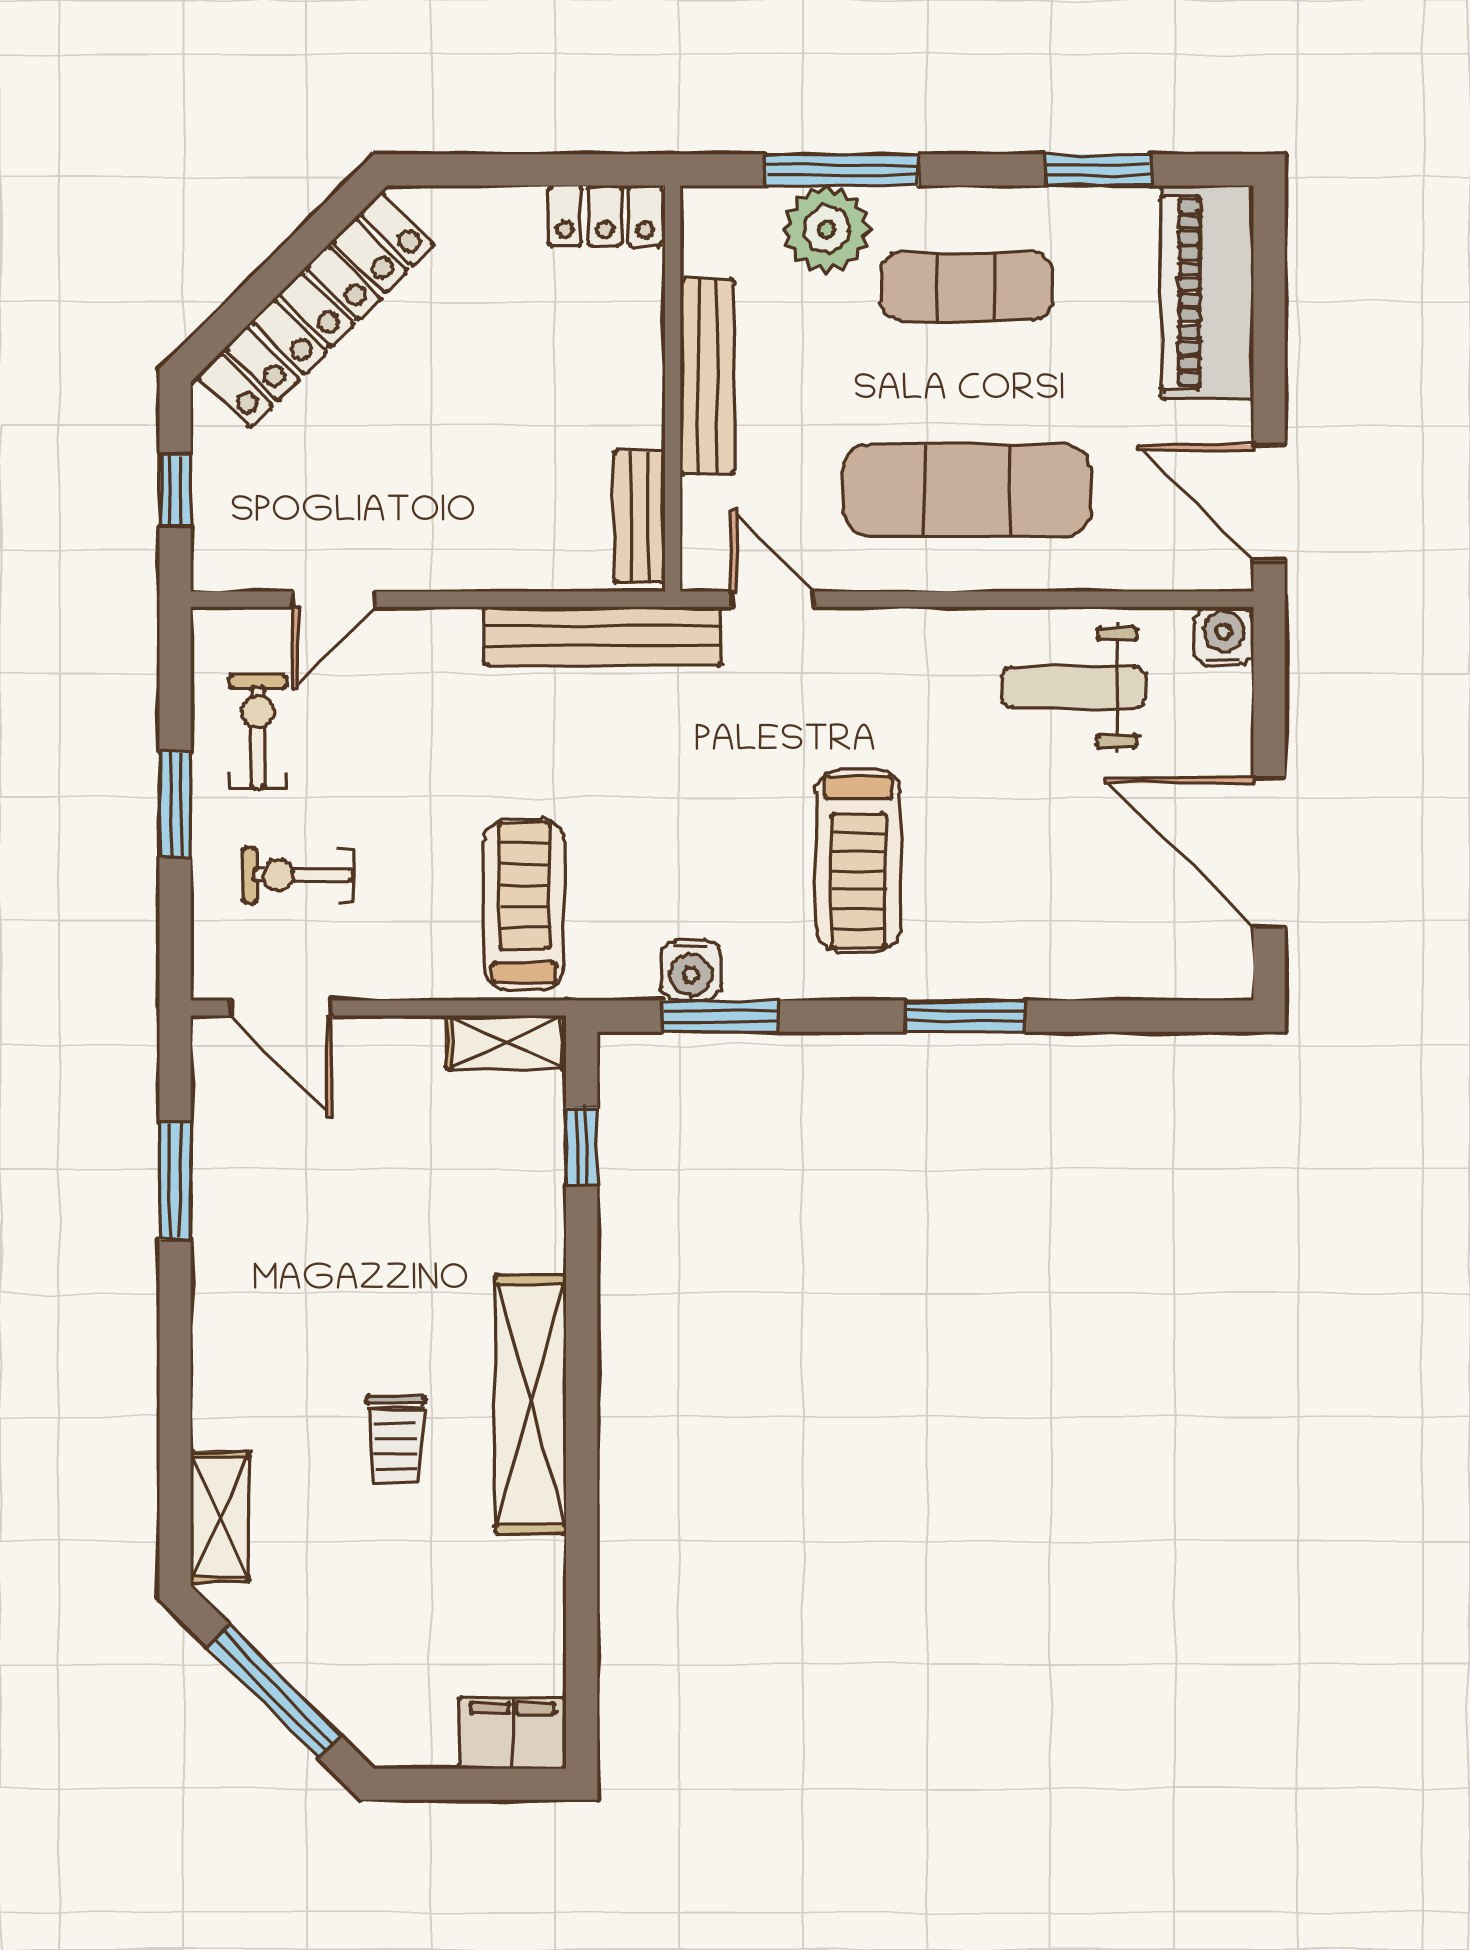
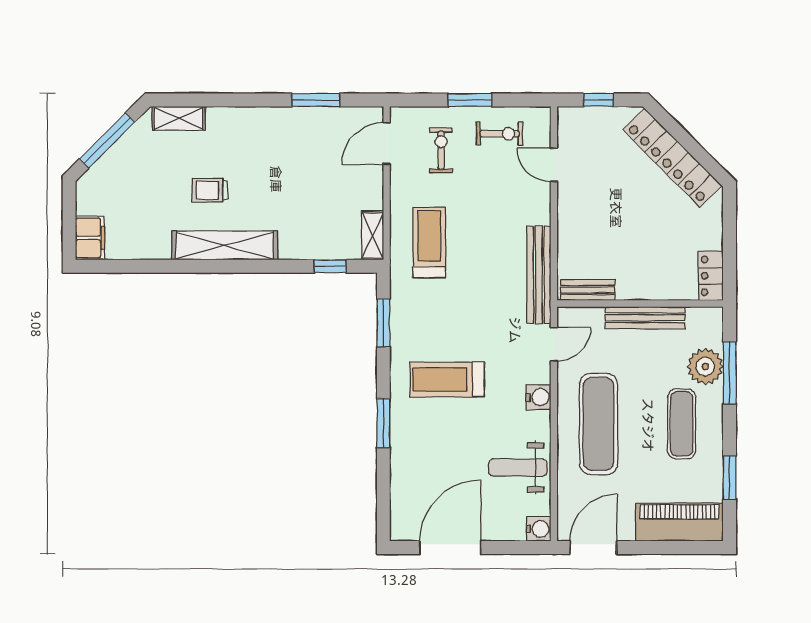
weight bench: (1074, 687) -> (518, 468), turned -90
treadmill: (524, 904) -> (429, 243), turned -90
water cooler: (691, 970) -> (538, 397), moved, turned 180

